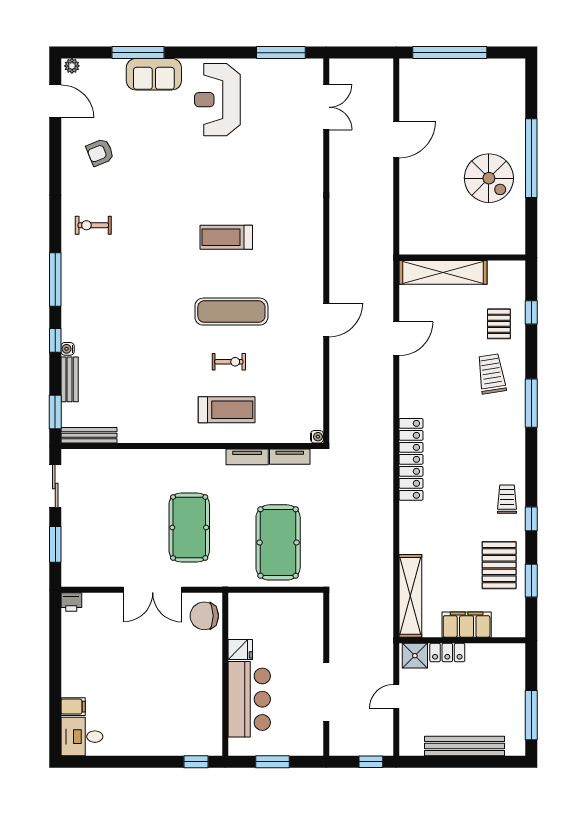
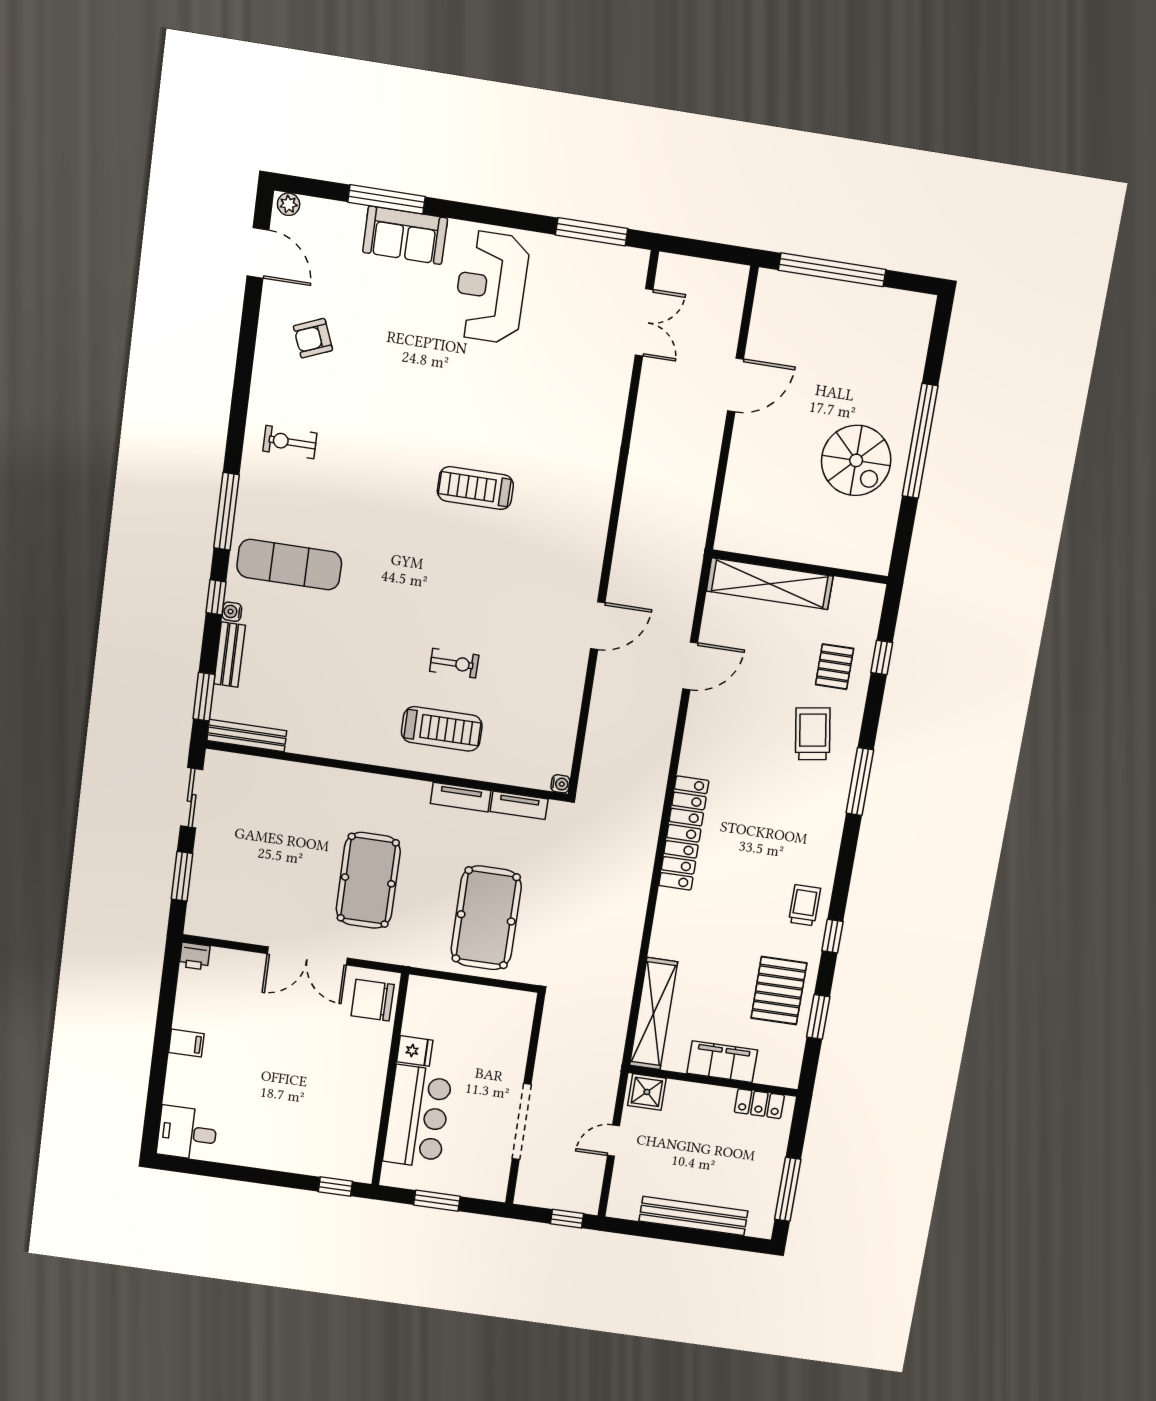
exercise mat: (231, 312) -> (289, 565), moved
locker: (447, 652) -> (759, 1104), moved
filing cabinet: (73, 707) -> (186, 1043), moved

